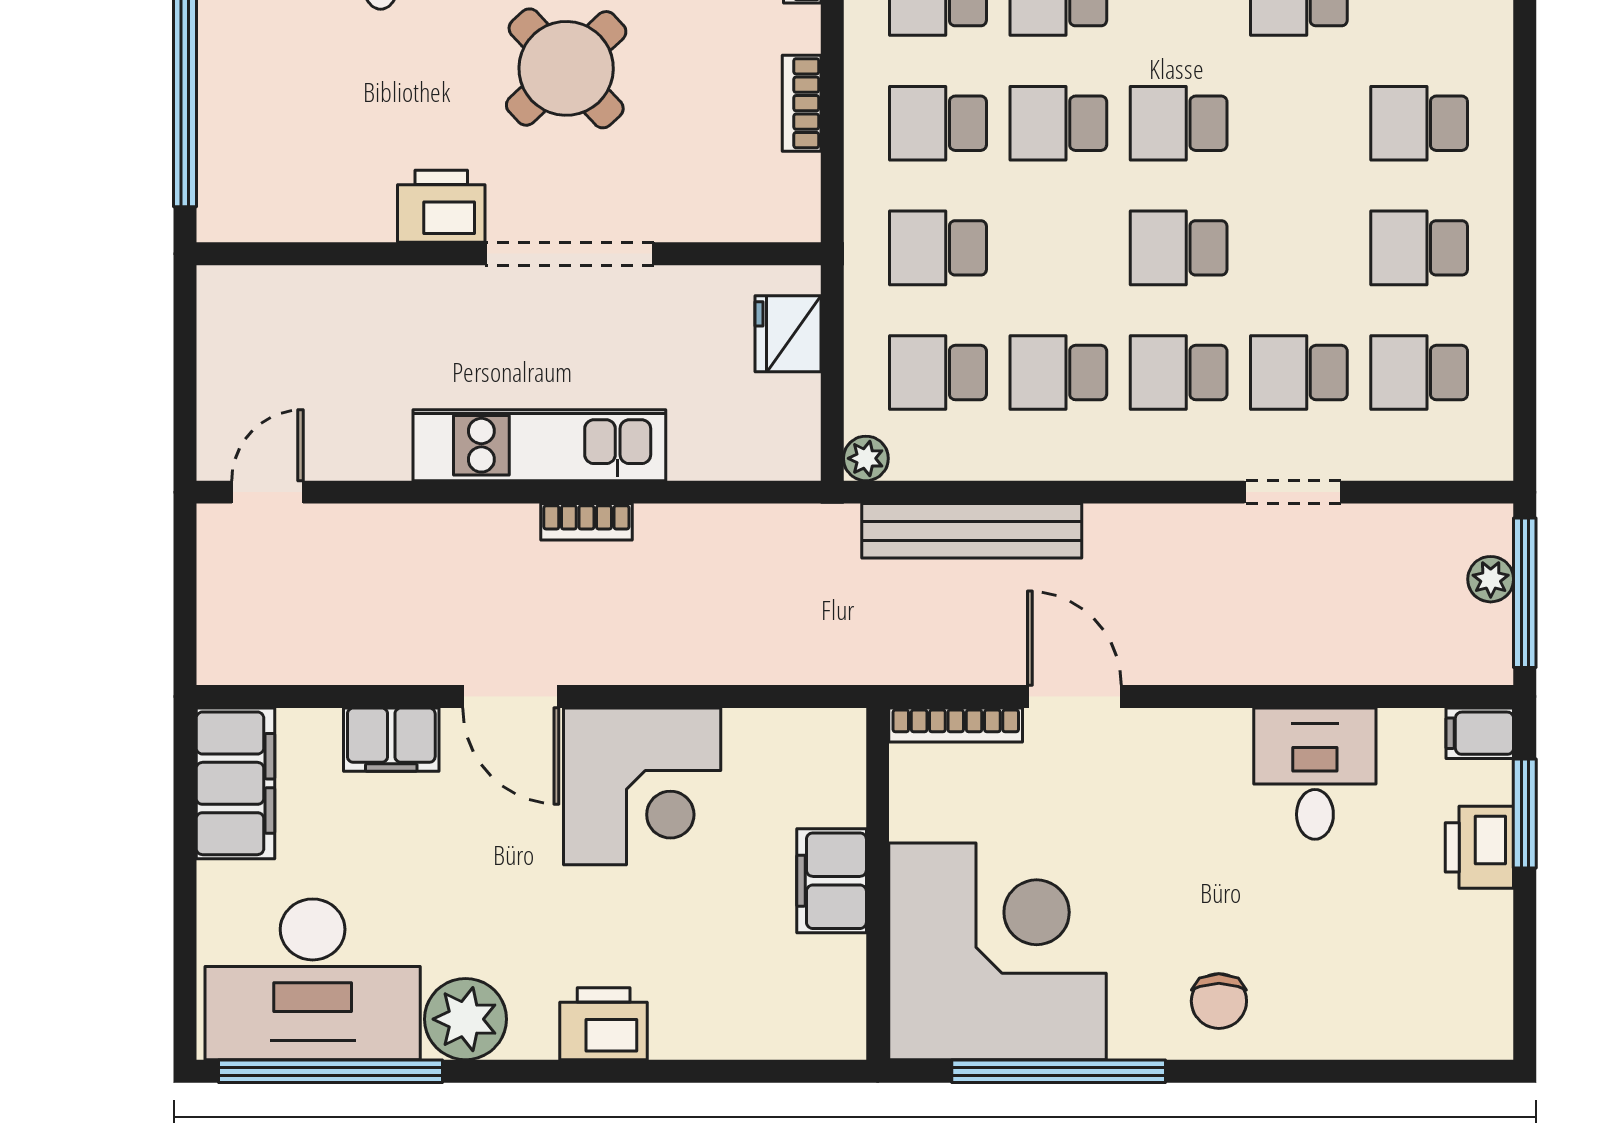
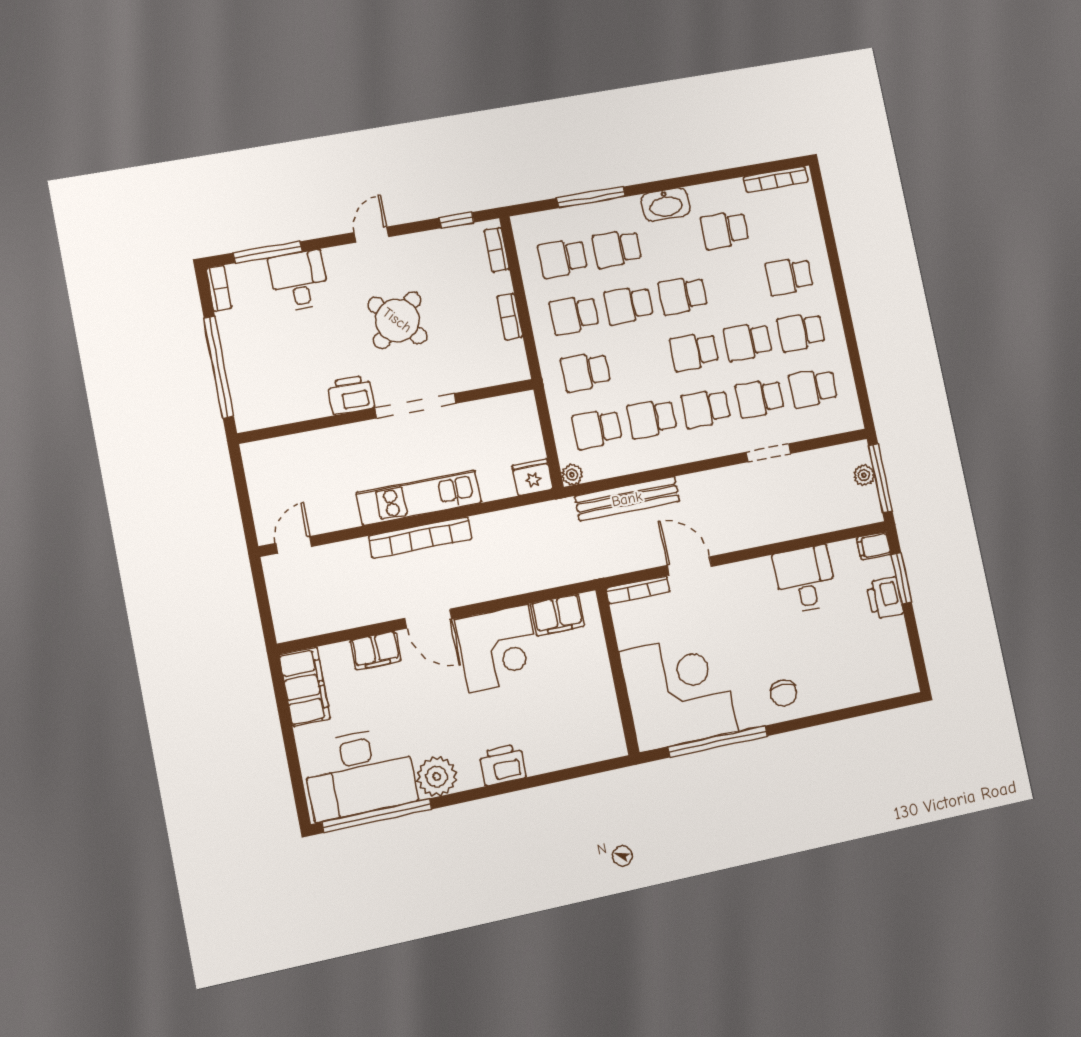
school desk: (1299, 248) -> (748, 342), added
fridge: (788, 334) -> (533, 477), moved, turned 90
bookcase: (586, 522) -> (420, 537), width x2.31, depth x1.31
filing cabinet: (832, 881) -> (558, 615), moved, turned -90

